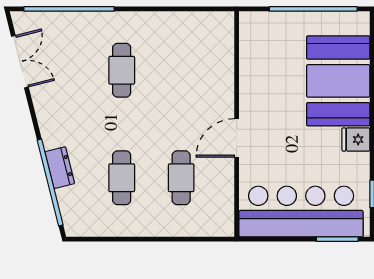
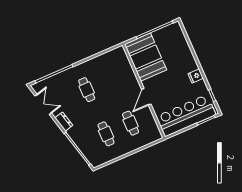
booth: (338, 81) -> (146, 57), moved
dresser: (60, 168) -> (64, 122), moved

